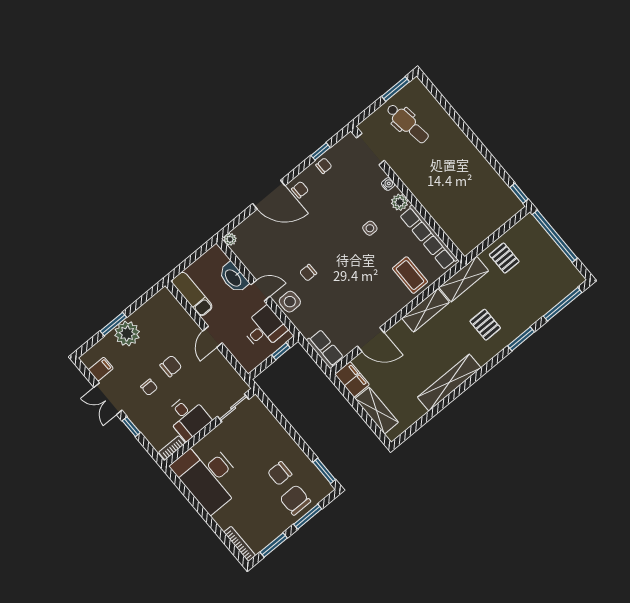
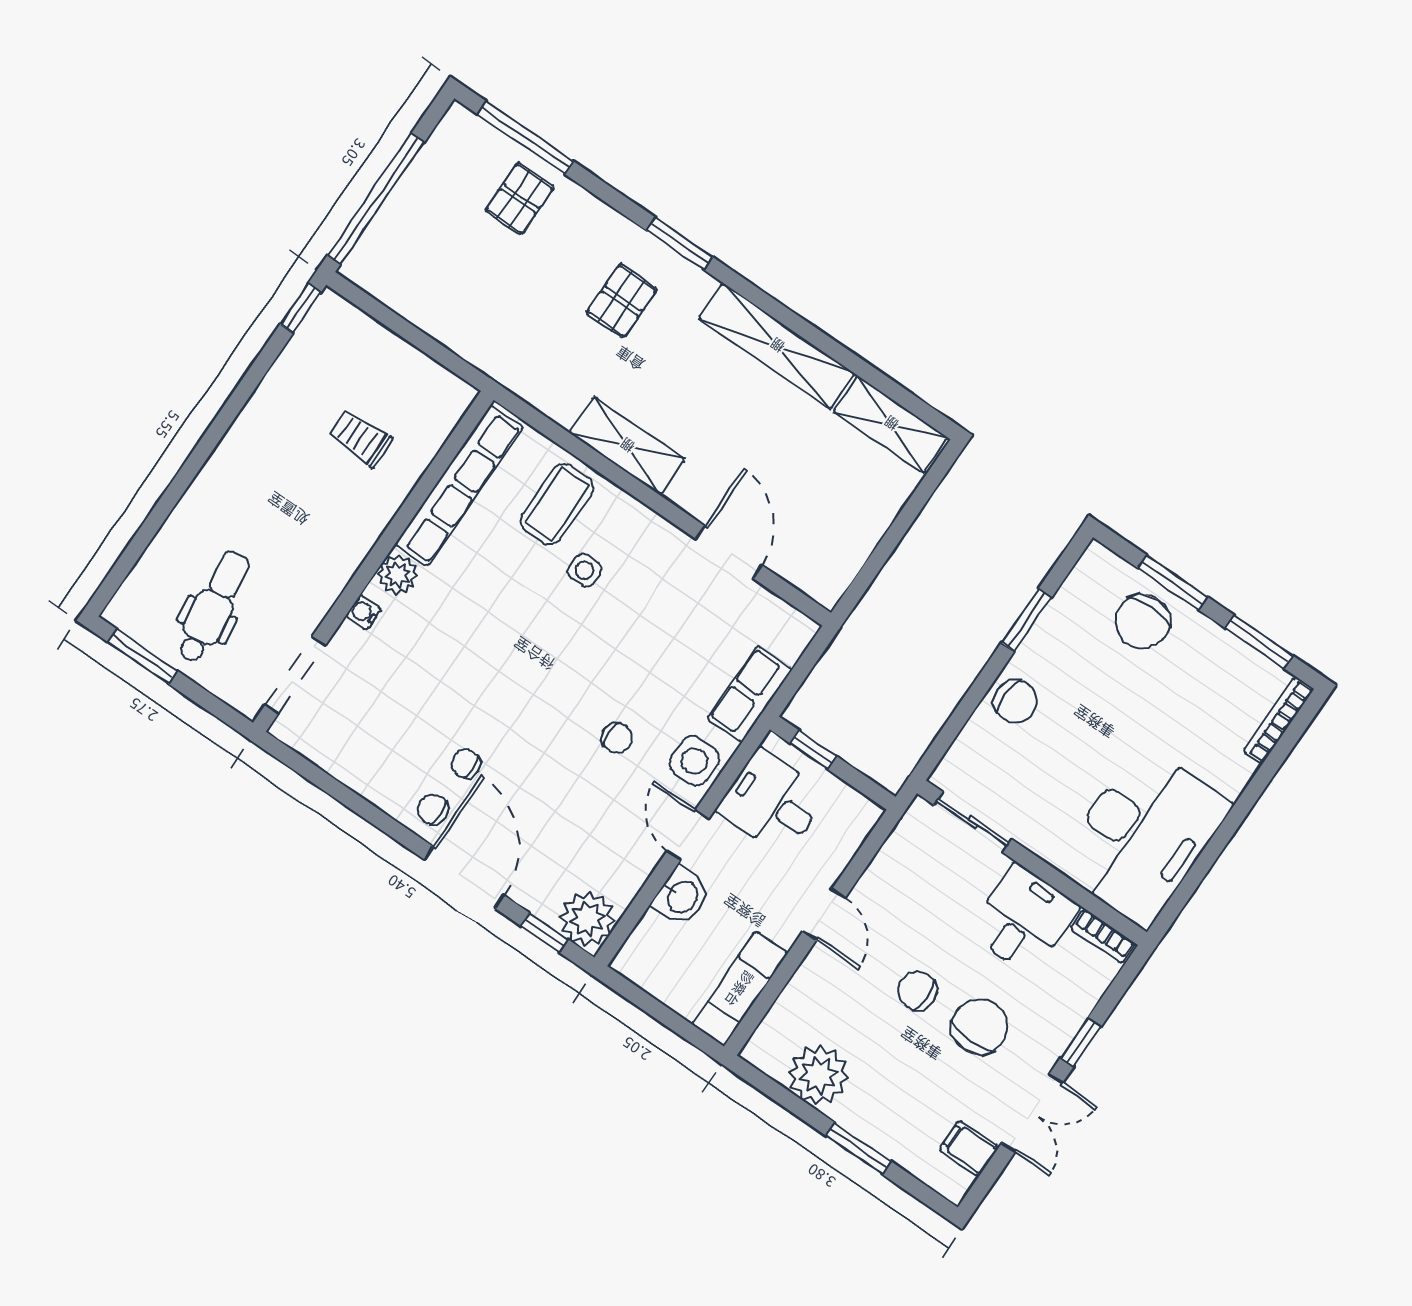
window: (321, 151) -> (544, 933), moved
chair: (324, 166) -> (466, 764), moved
trolley: (459, 203) -> (360, 438), added
side table: (370, 228) -> (585, 570), moved
plant: (230, 239) -> (587, 919), width x1.88, depth x1.88
pallet: (504, 258) -> (520, 199), moved
washbasin: (233, 278) -> (681, 897), width x0.72
shelving: (464, 279) -> (532, 379), removed
plant: (127, 333) -> (818, 1075), moved
door: (213, 337) -> (824, 914), hinge flipped
window: (521, 339) -> (680, 244), moved
row of seats: (325, 349) -> (750, 694), moved
filing cabinet: (352, 379) -> (832, 570), removed
chair: (149, 387) -> (980, 1027), width x1.87, depth x1.87
shelving: (377, 411) -> (891, 424), moved, turned 90
window: (324, 471) -> (1026, 620), moved
chair: (280, 473) -> (1016, 701), moved

